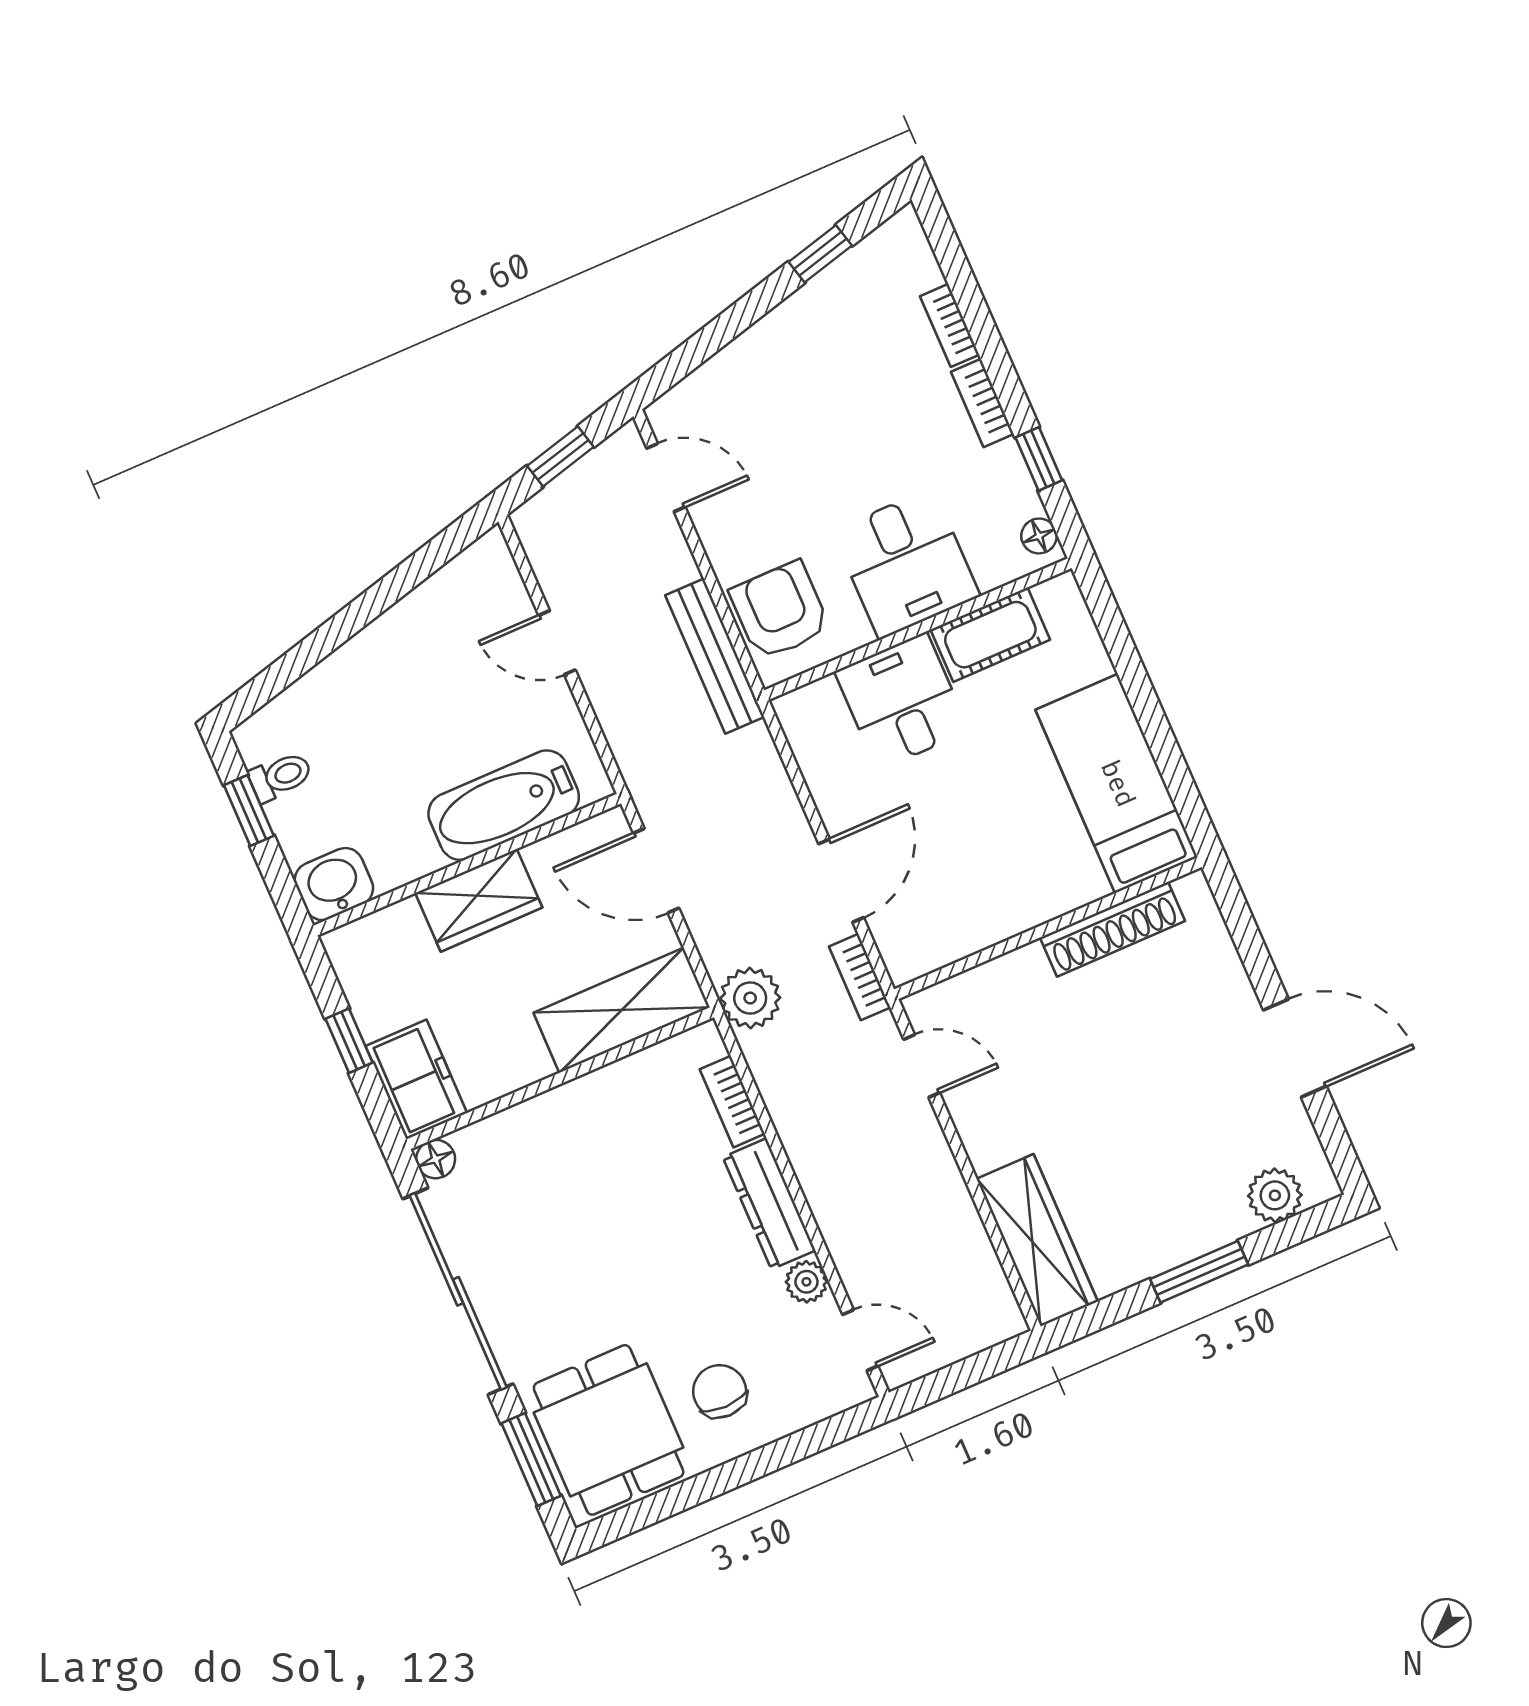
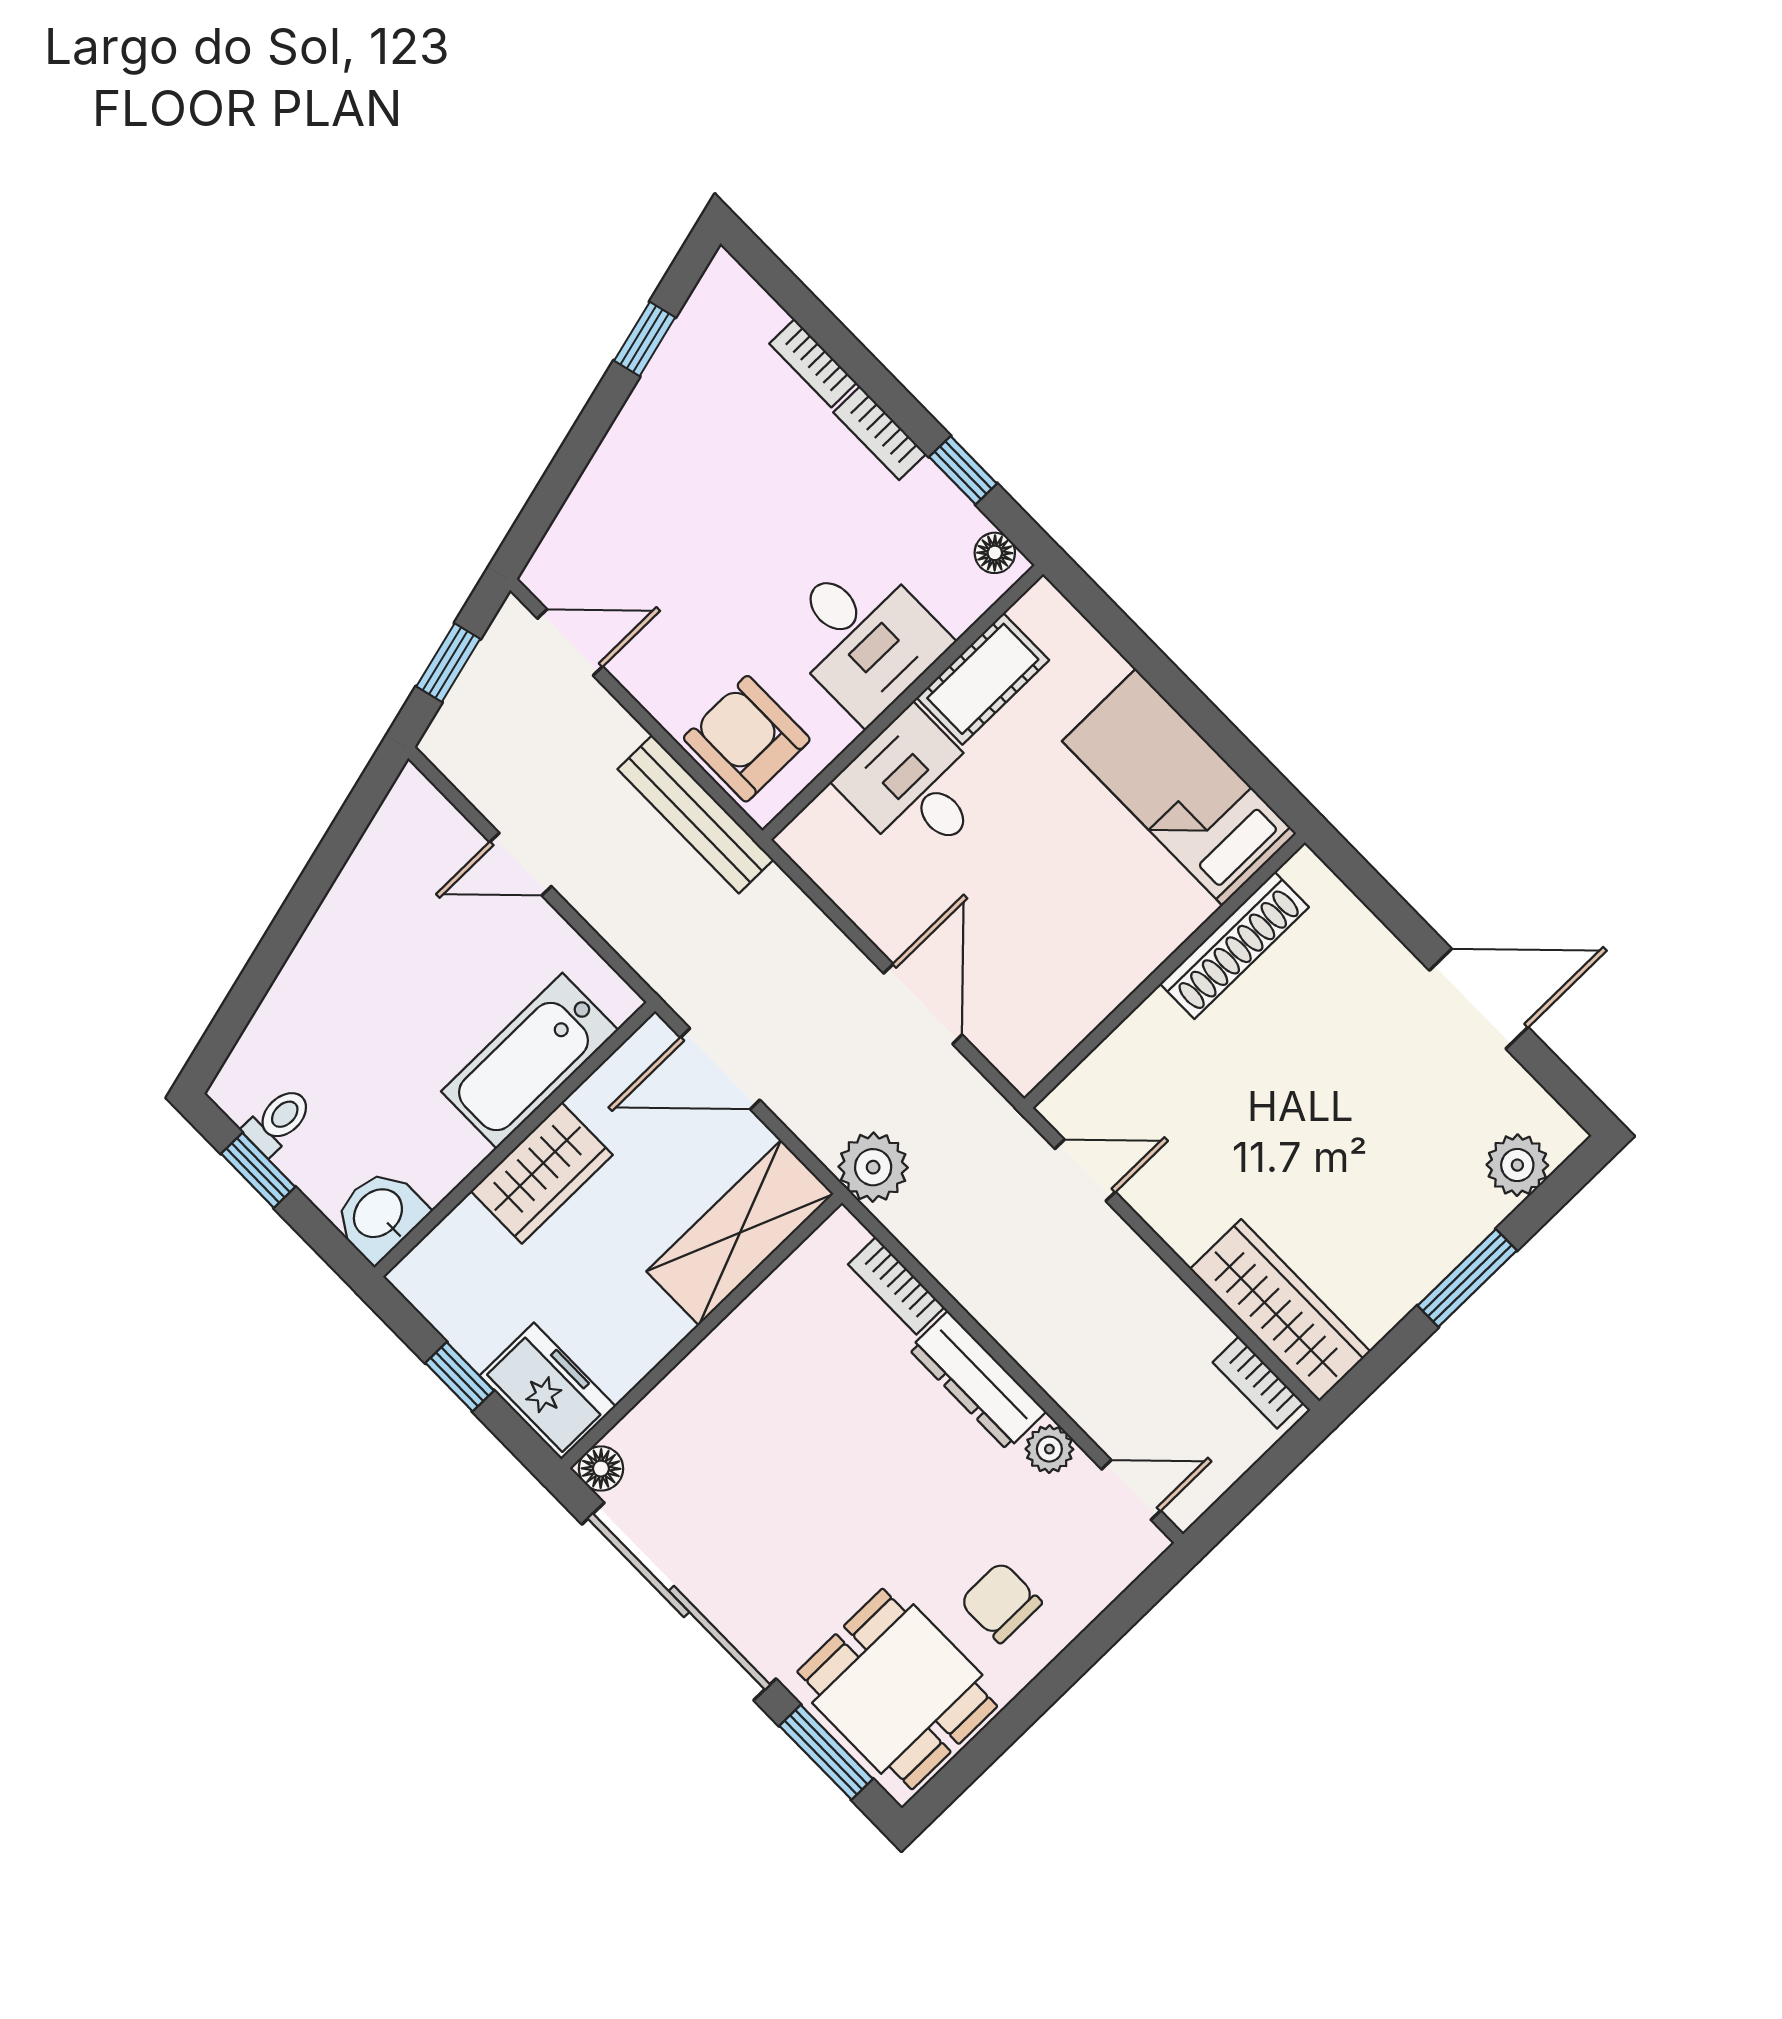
bookcase: (860, 977) -> (1258, 1383), moved

